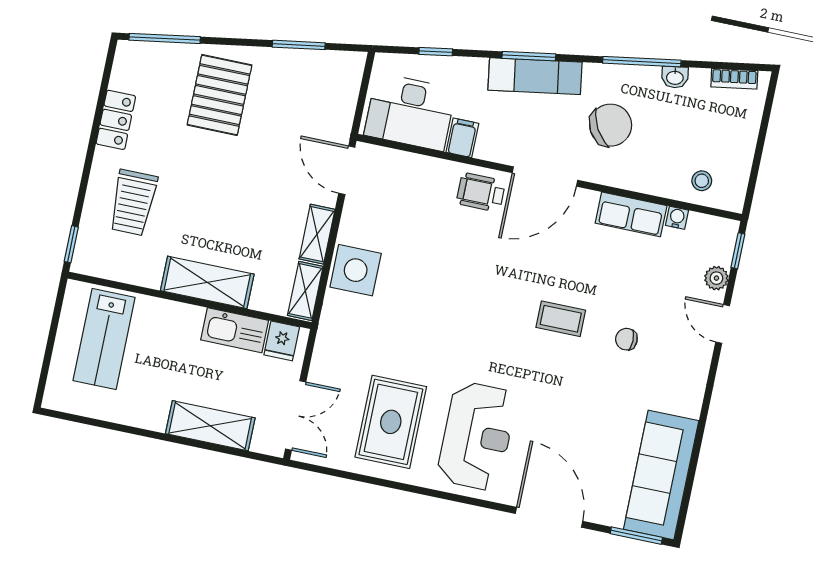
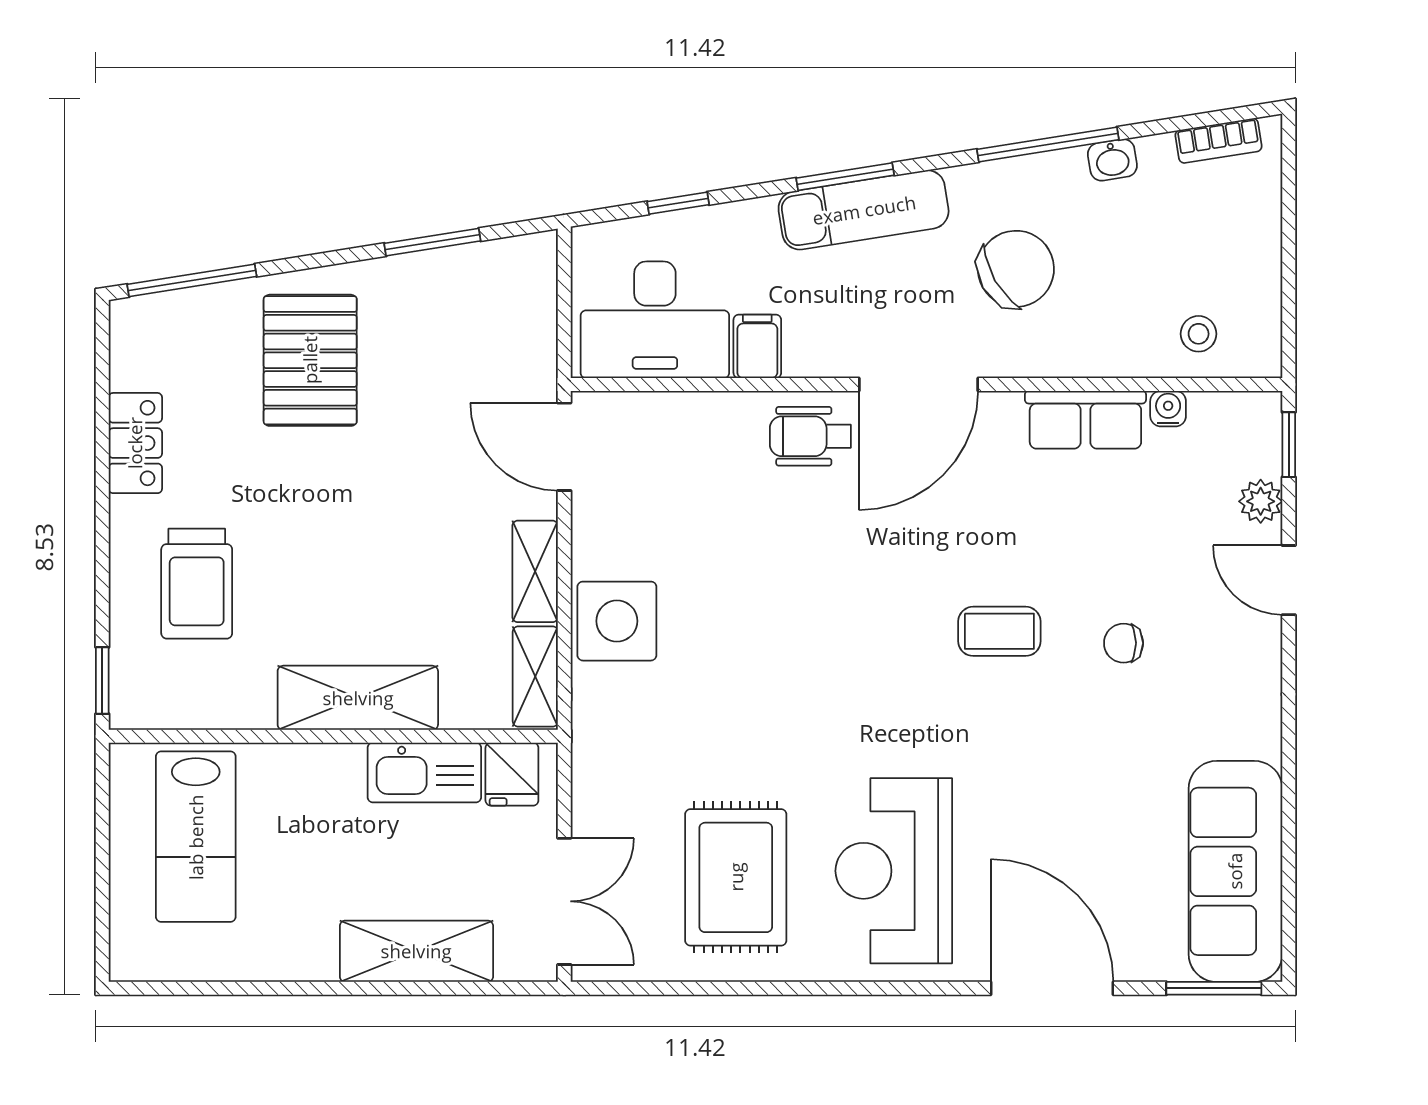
reception desk: (477, 436) -> (894, 871), turned 180

